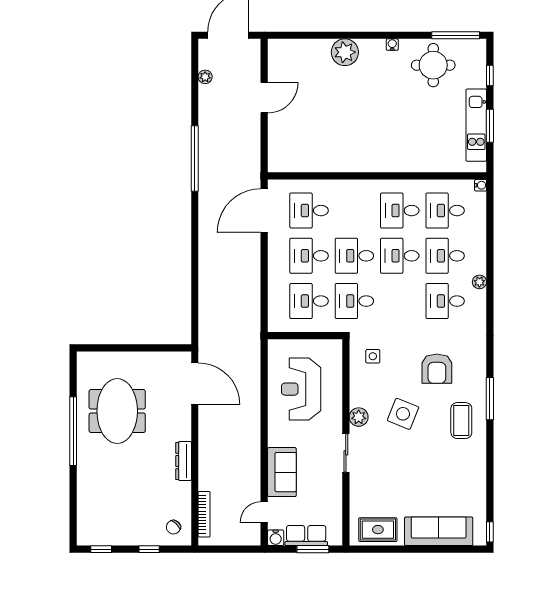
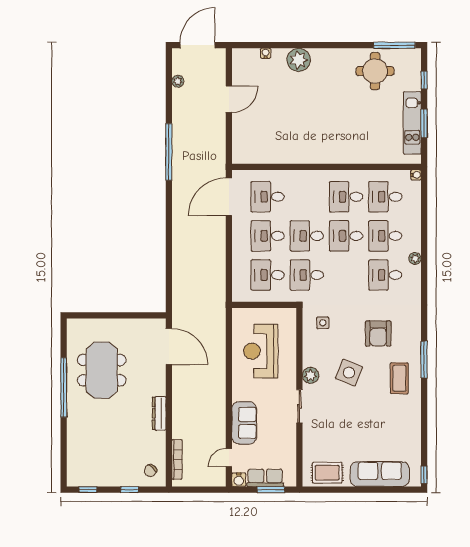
water cooler: (392, 45) -> (266, 53), moved

